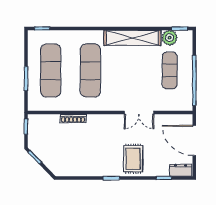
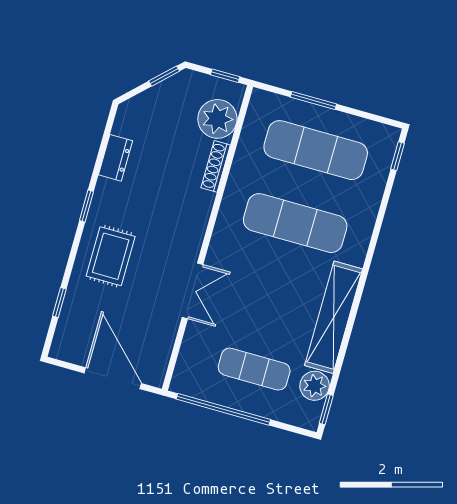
double door: (139, 113) -> (193, 291), swing flipped
plant: (49, 124) -> (217, 119), added
door: (194, 140) -> (113, 378), hinge flipped
rug: (133, 159) -> (111, 256), turned 90
dresser: (181, 170) -> (116, 158), moved

